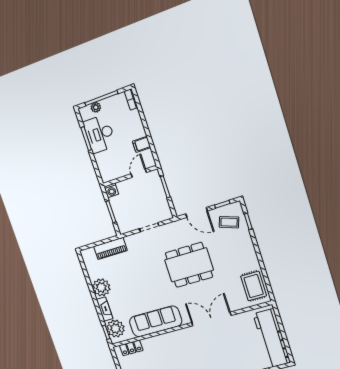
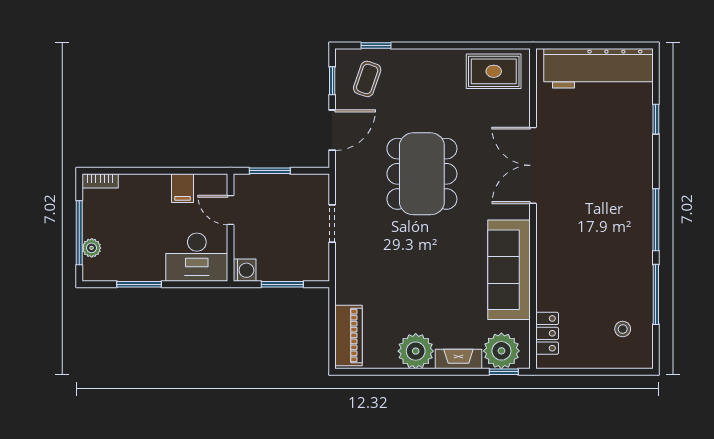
desk: (100, 134) -> (197, 257), moved
piano: (110, 248) -> (349, 335), moved

